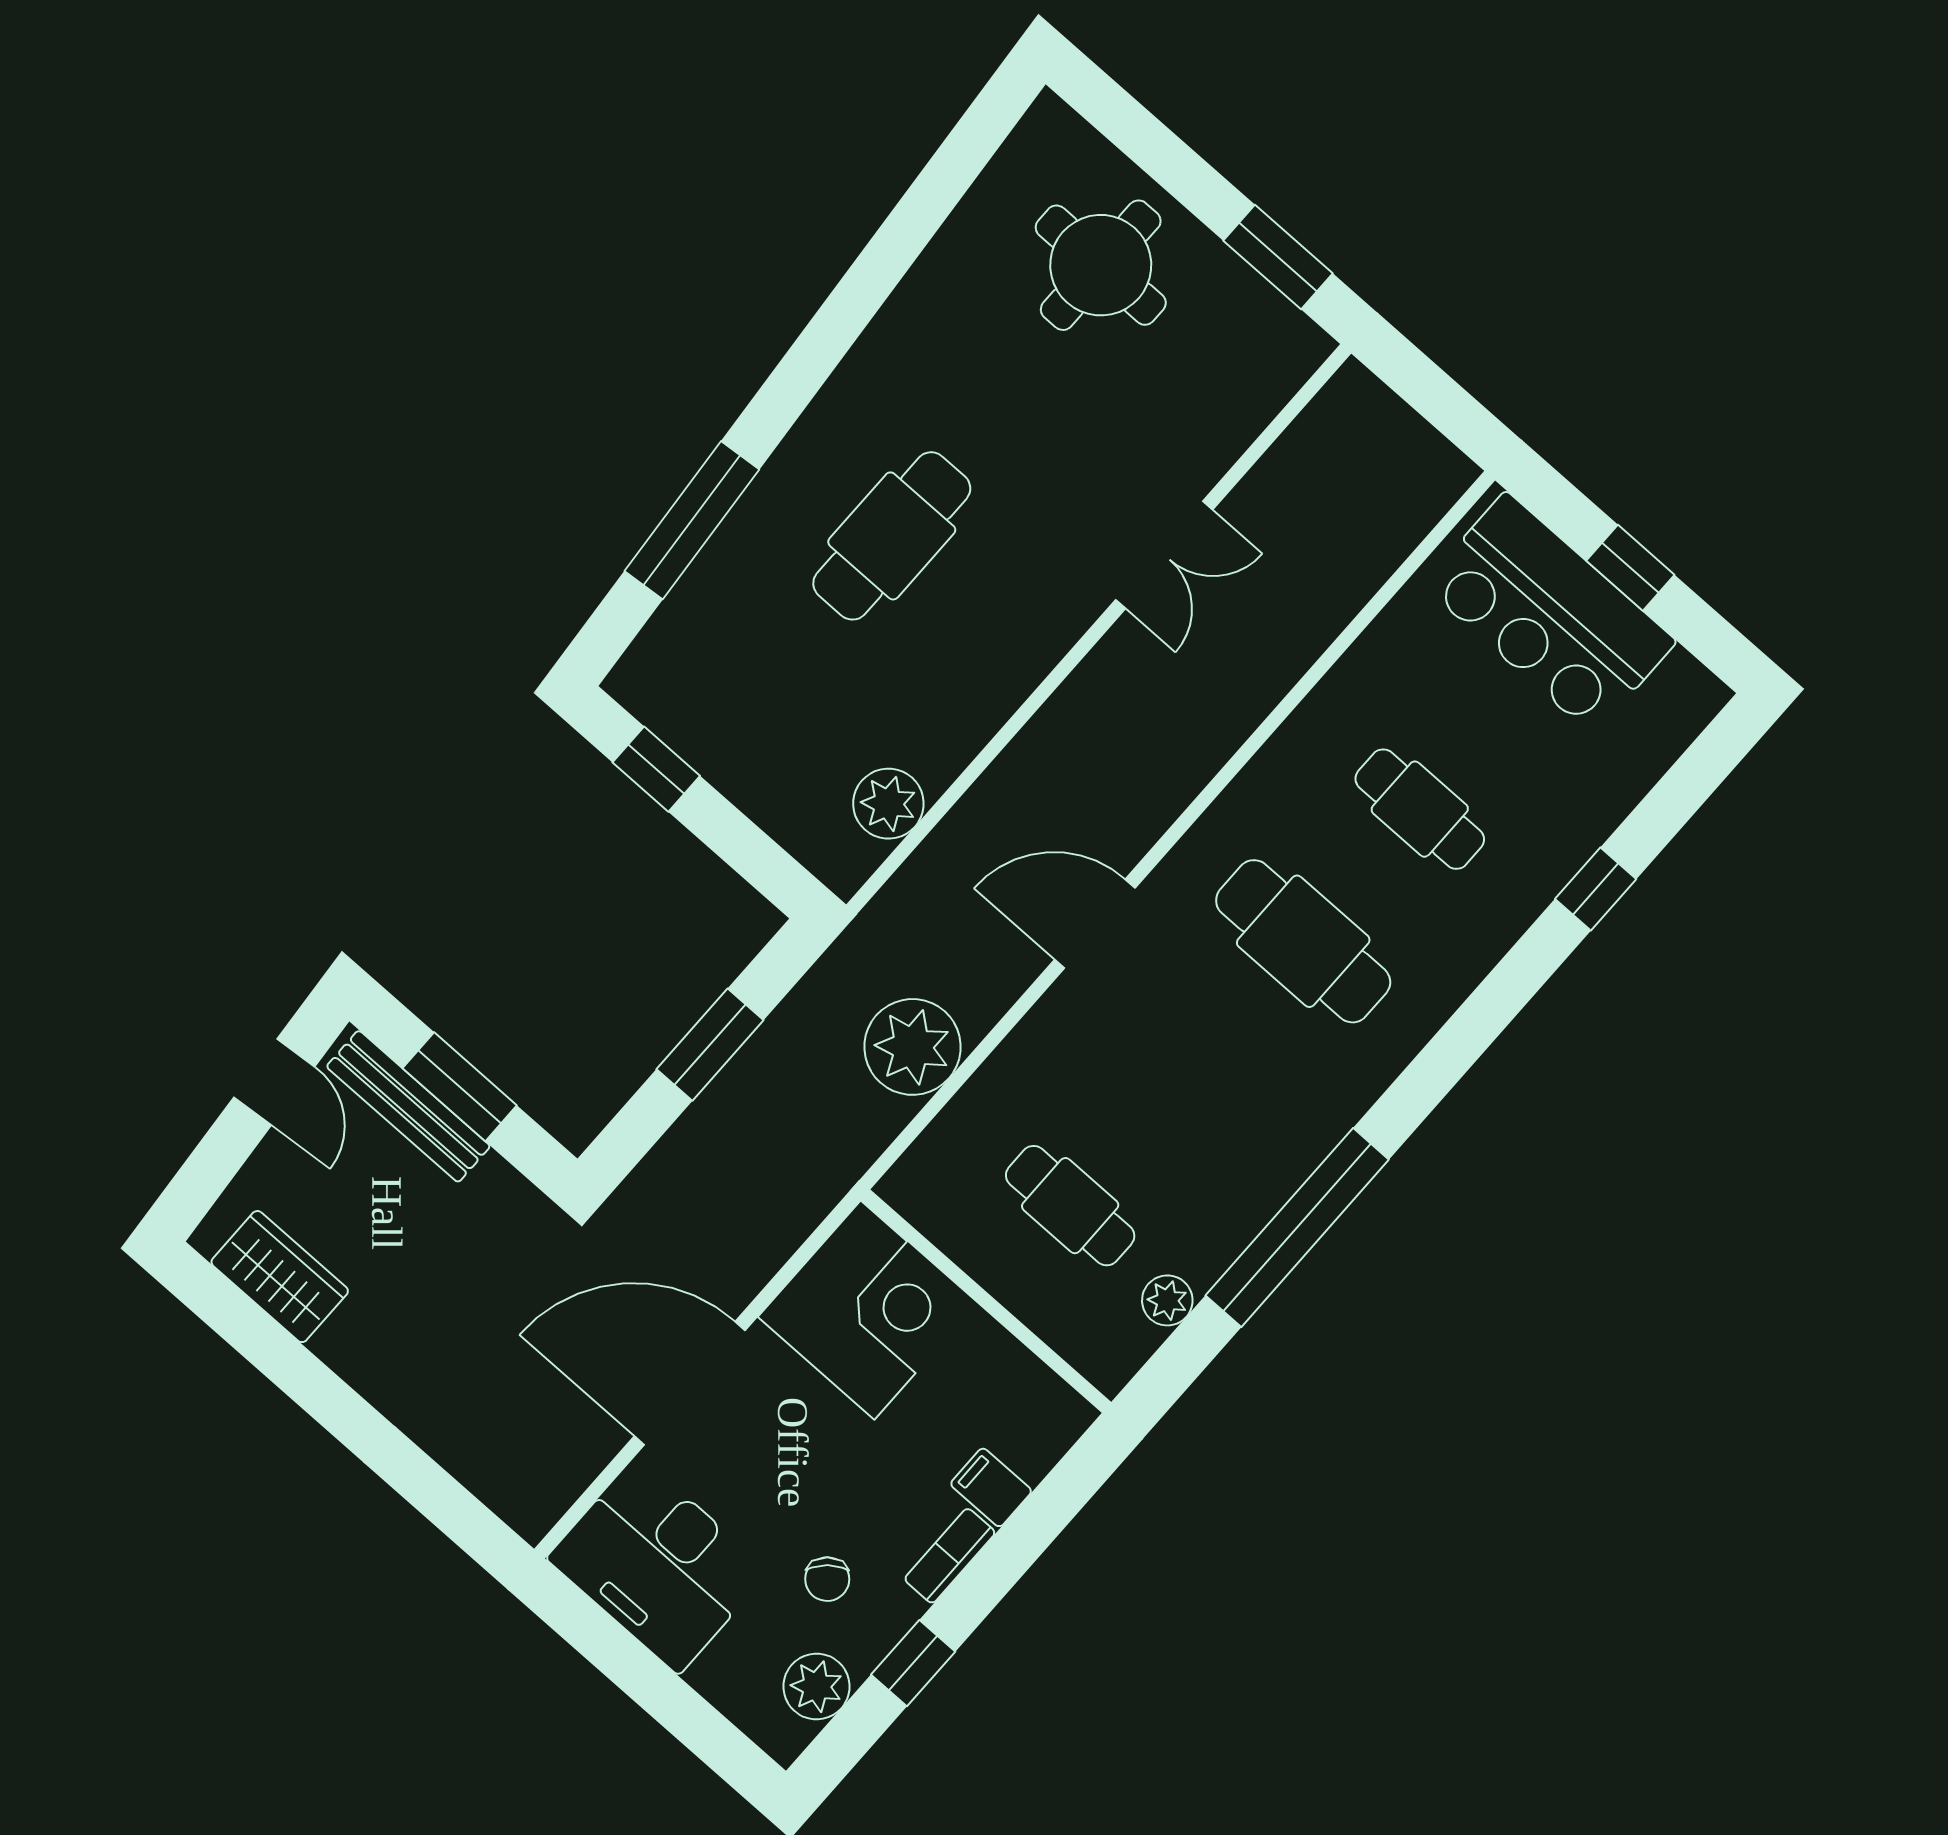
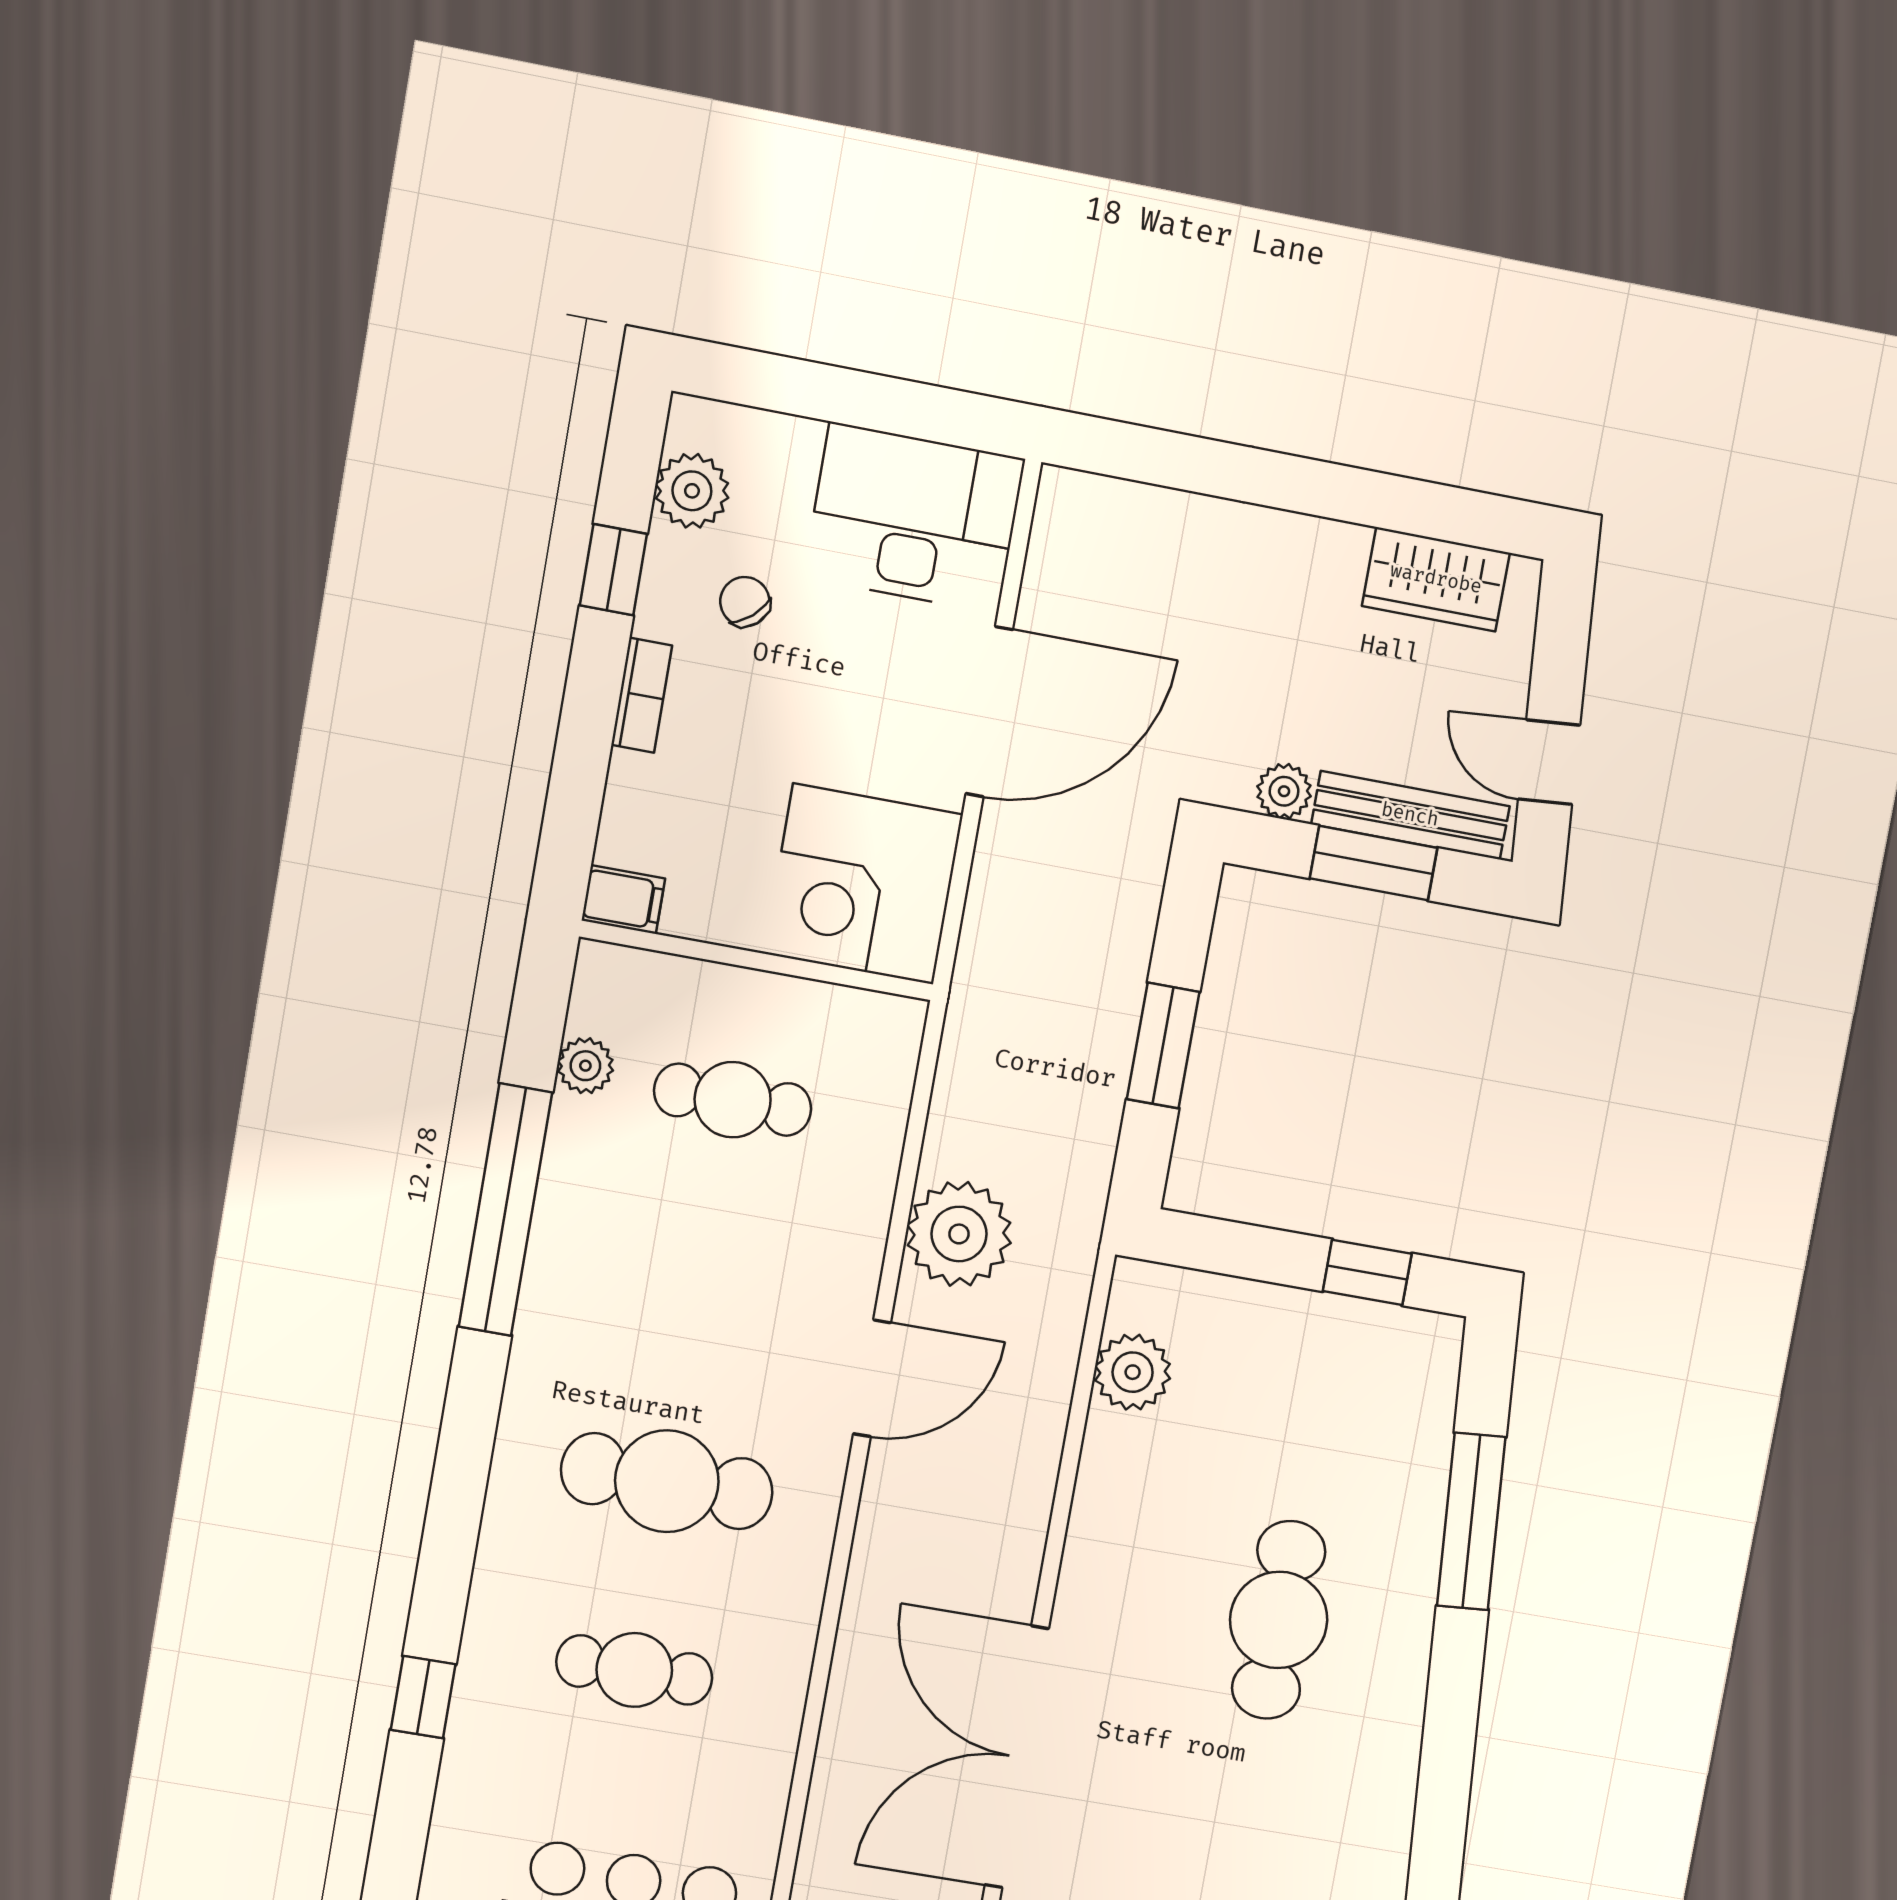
double door: (1164, 555) -> (1017, 1757), width x1.87
plant: (913, 1047) -> (959, 1234), moved
plant: (497, 1185) -> (1284, 791), added
filing cabinet: (991, 1487) -> (623, 899), moved

